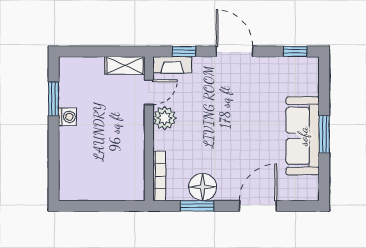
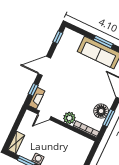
shelving: (125, 65) -> (16, 143), moved
door: (149, 92) -> (44, 115), swing flipped
plant: (165, 118) -> (69, 118), moved

